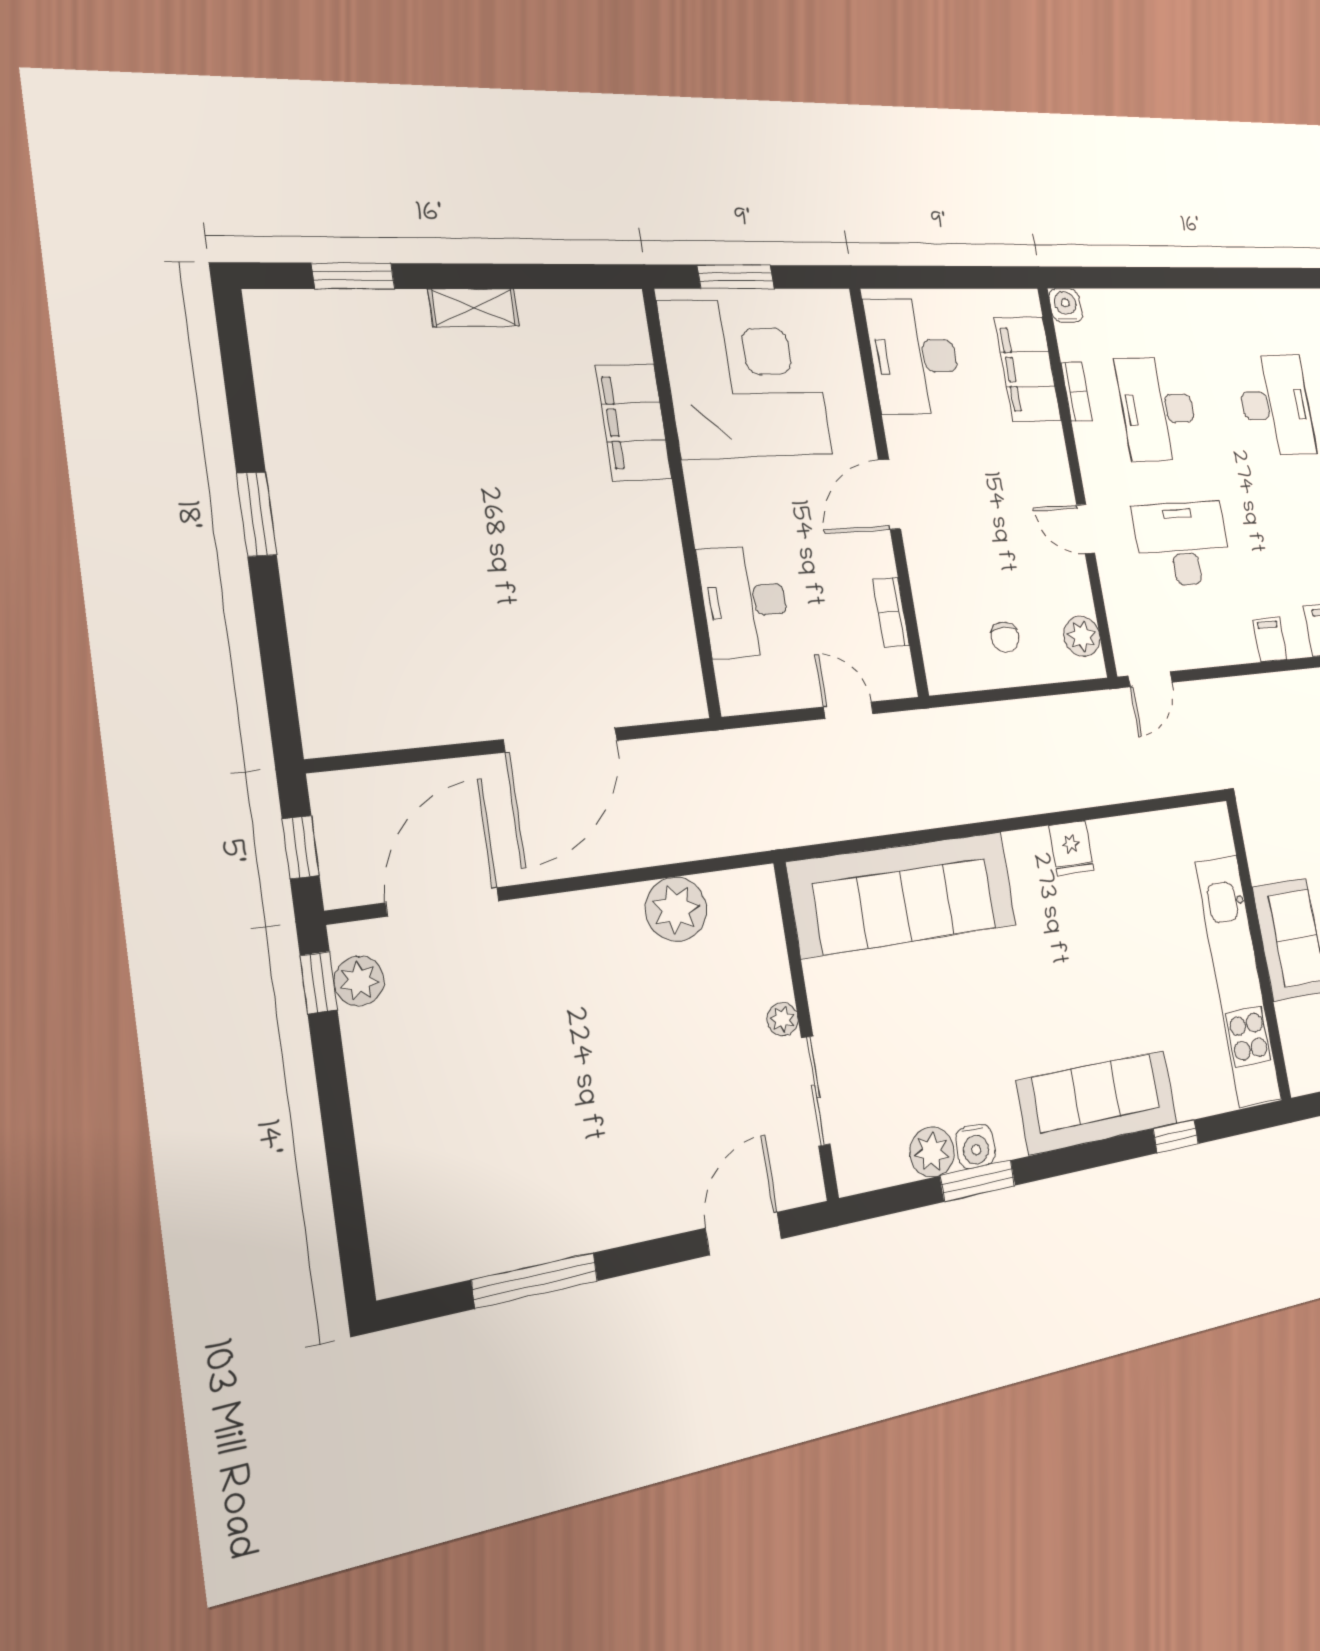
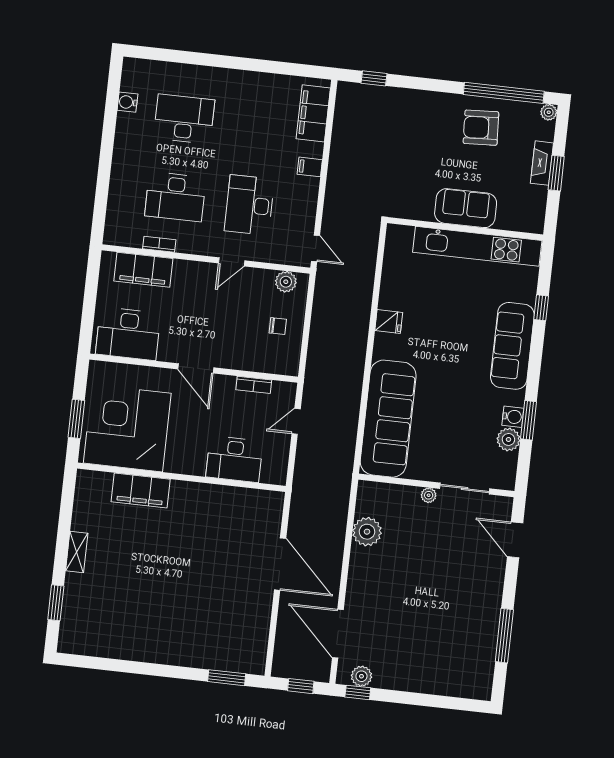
water cooler: (1066, 305) -> (127, 102), moved
window: (257, 514) -> (227, 678), moved

